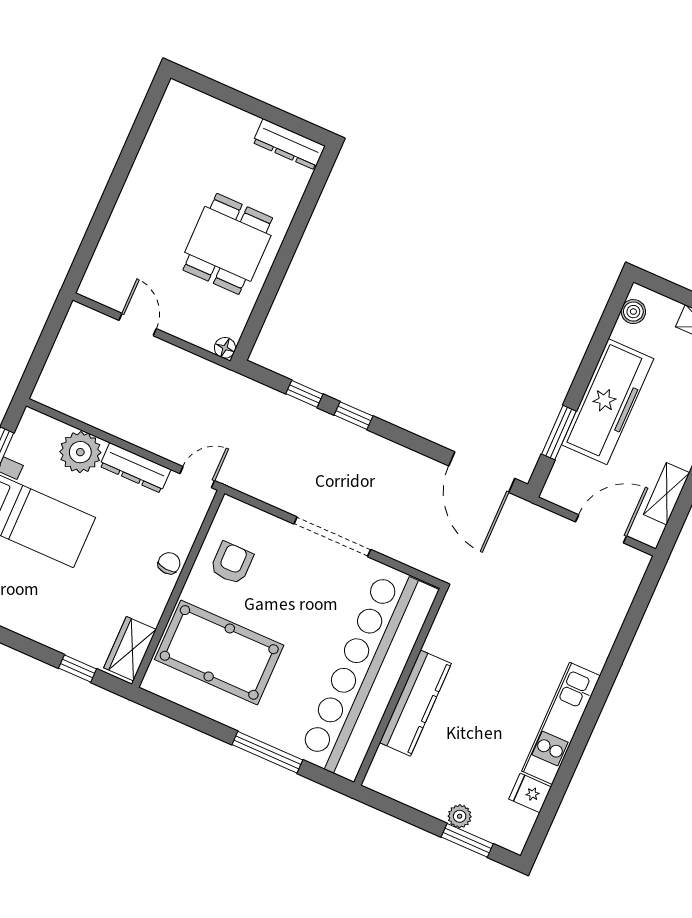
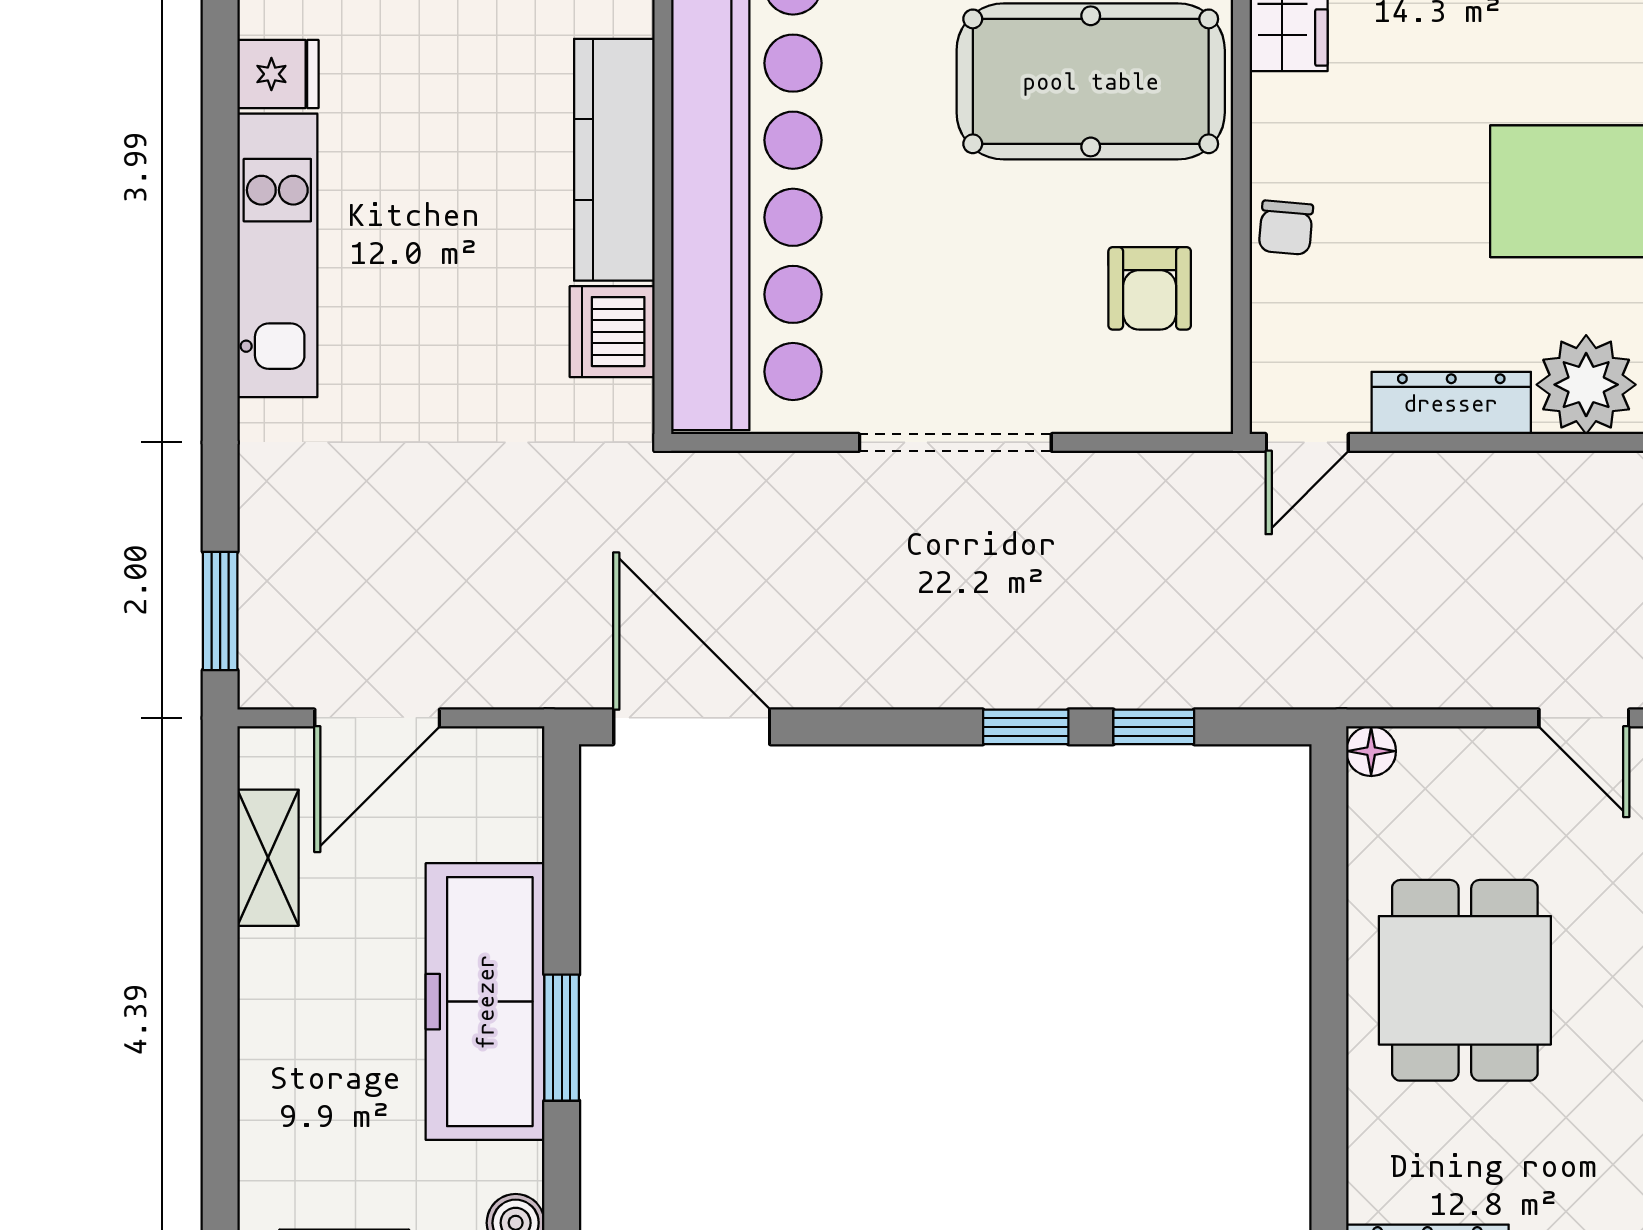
window: (559, 433) -> (562, 1038), moved
window: (643, 597) -> (220, 611), added
dishwasher: (445, 637) -> (612, 332), added

